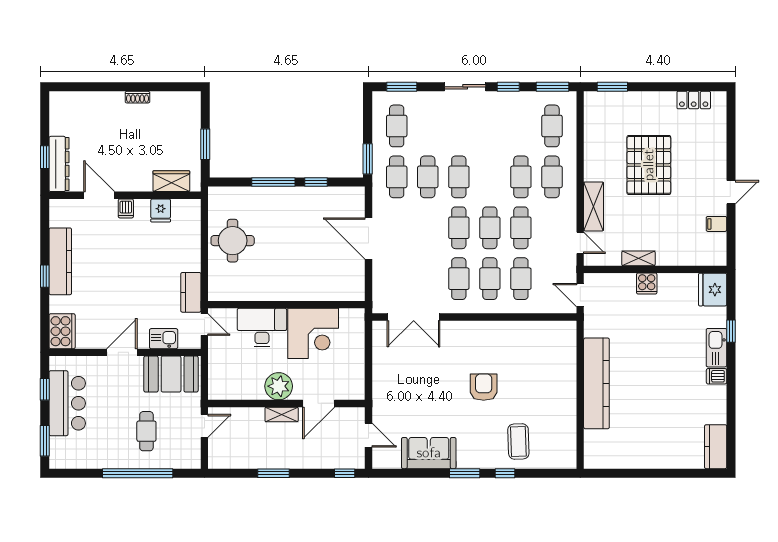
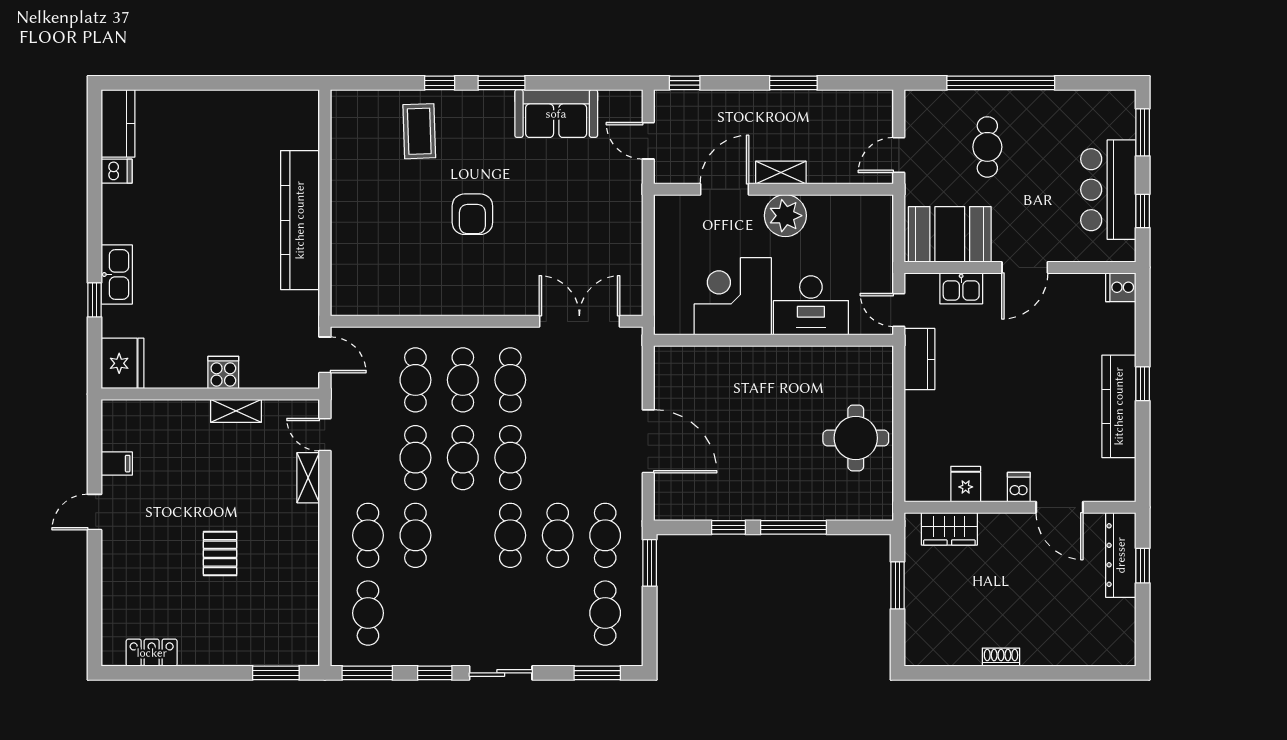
pallet: (649, 165) -> (220, 554), width x0.49, depth x0.50
shelving: (594, 206) -> (308, 478), width x0.67, depth x0.75
cooker: (62, 331) -> (1121, 287), width x0.53, depth x0.76
dishwasher: (717, 376) -> (117, 171), moved

